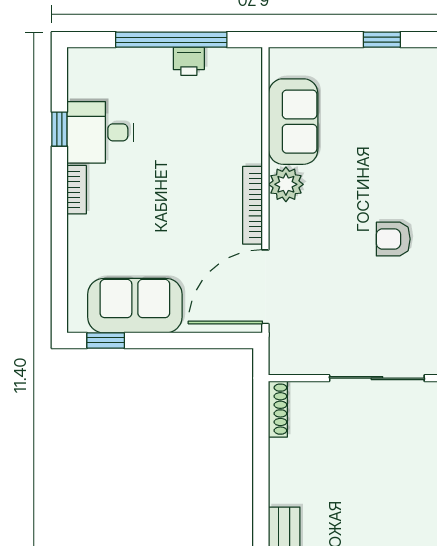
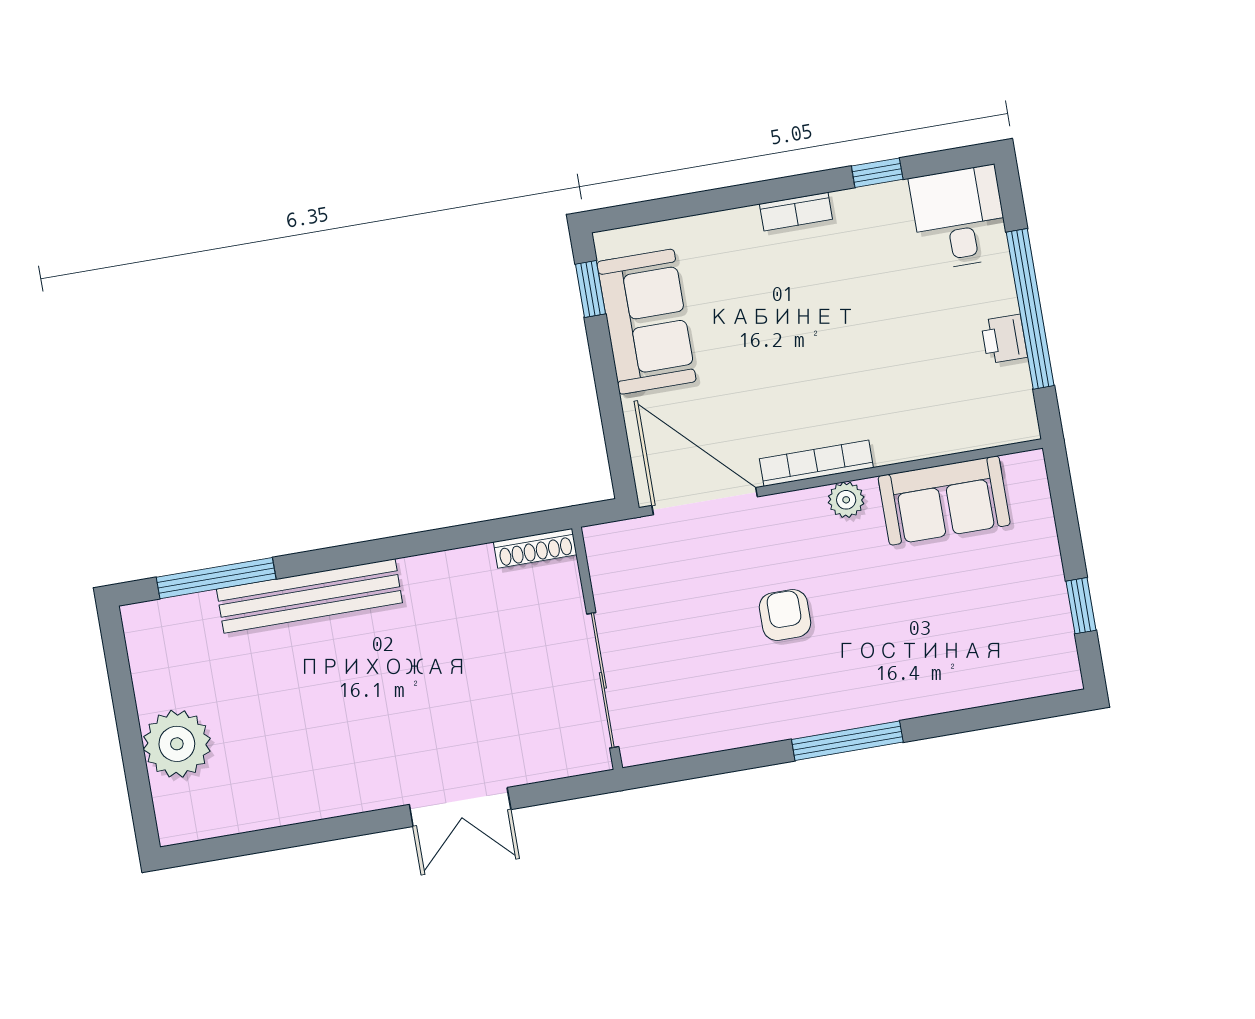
desk: (100, 132) -> (959, 218), moved
plant: (286, 184) -> (846, 500), width x0.73, depth x0.73
armchair: (393, 239) -> (785, 615), moved

